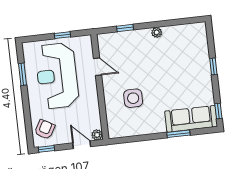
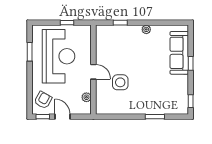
door: (98, 67) -> (93, 72), moved
reception desk: (57, 76) -> (58, 56), turned 180
sofa: (191, 119) -> (179, 53), moved, turned -90
plant: (97, 135) -> (86, 97), moved
door: (82, 145) -> (63, 117), moved

